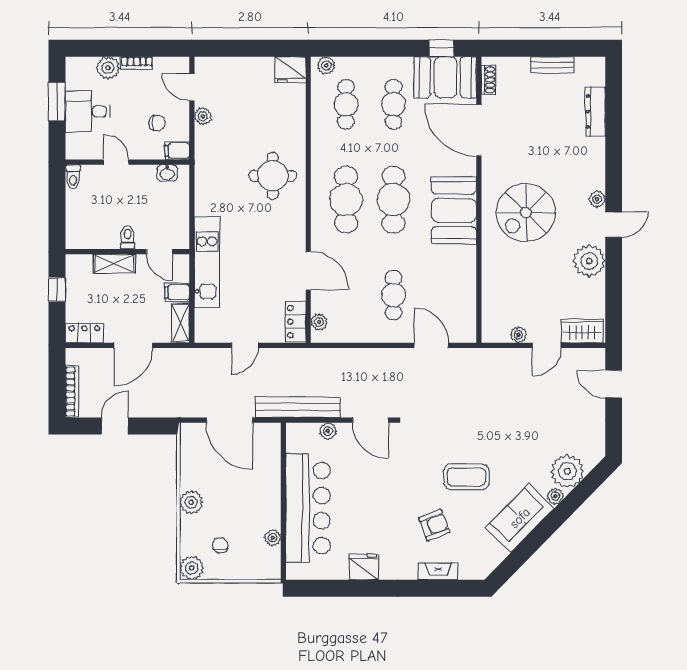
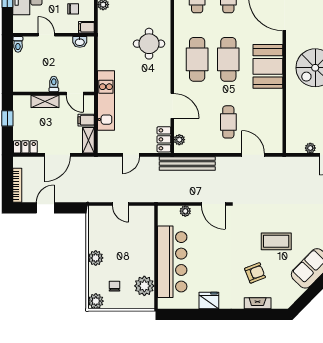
bench: (298, 407) -> (187, 163), moved
door: (229, 420) -> (121, 204), width x0.53
plant: (273, 538) -> (144, 286), width x1.87, depth x1.87

